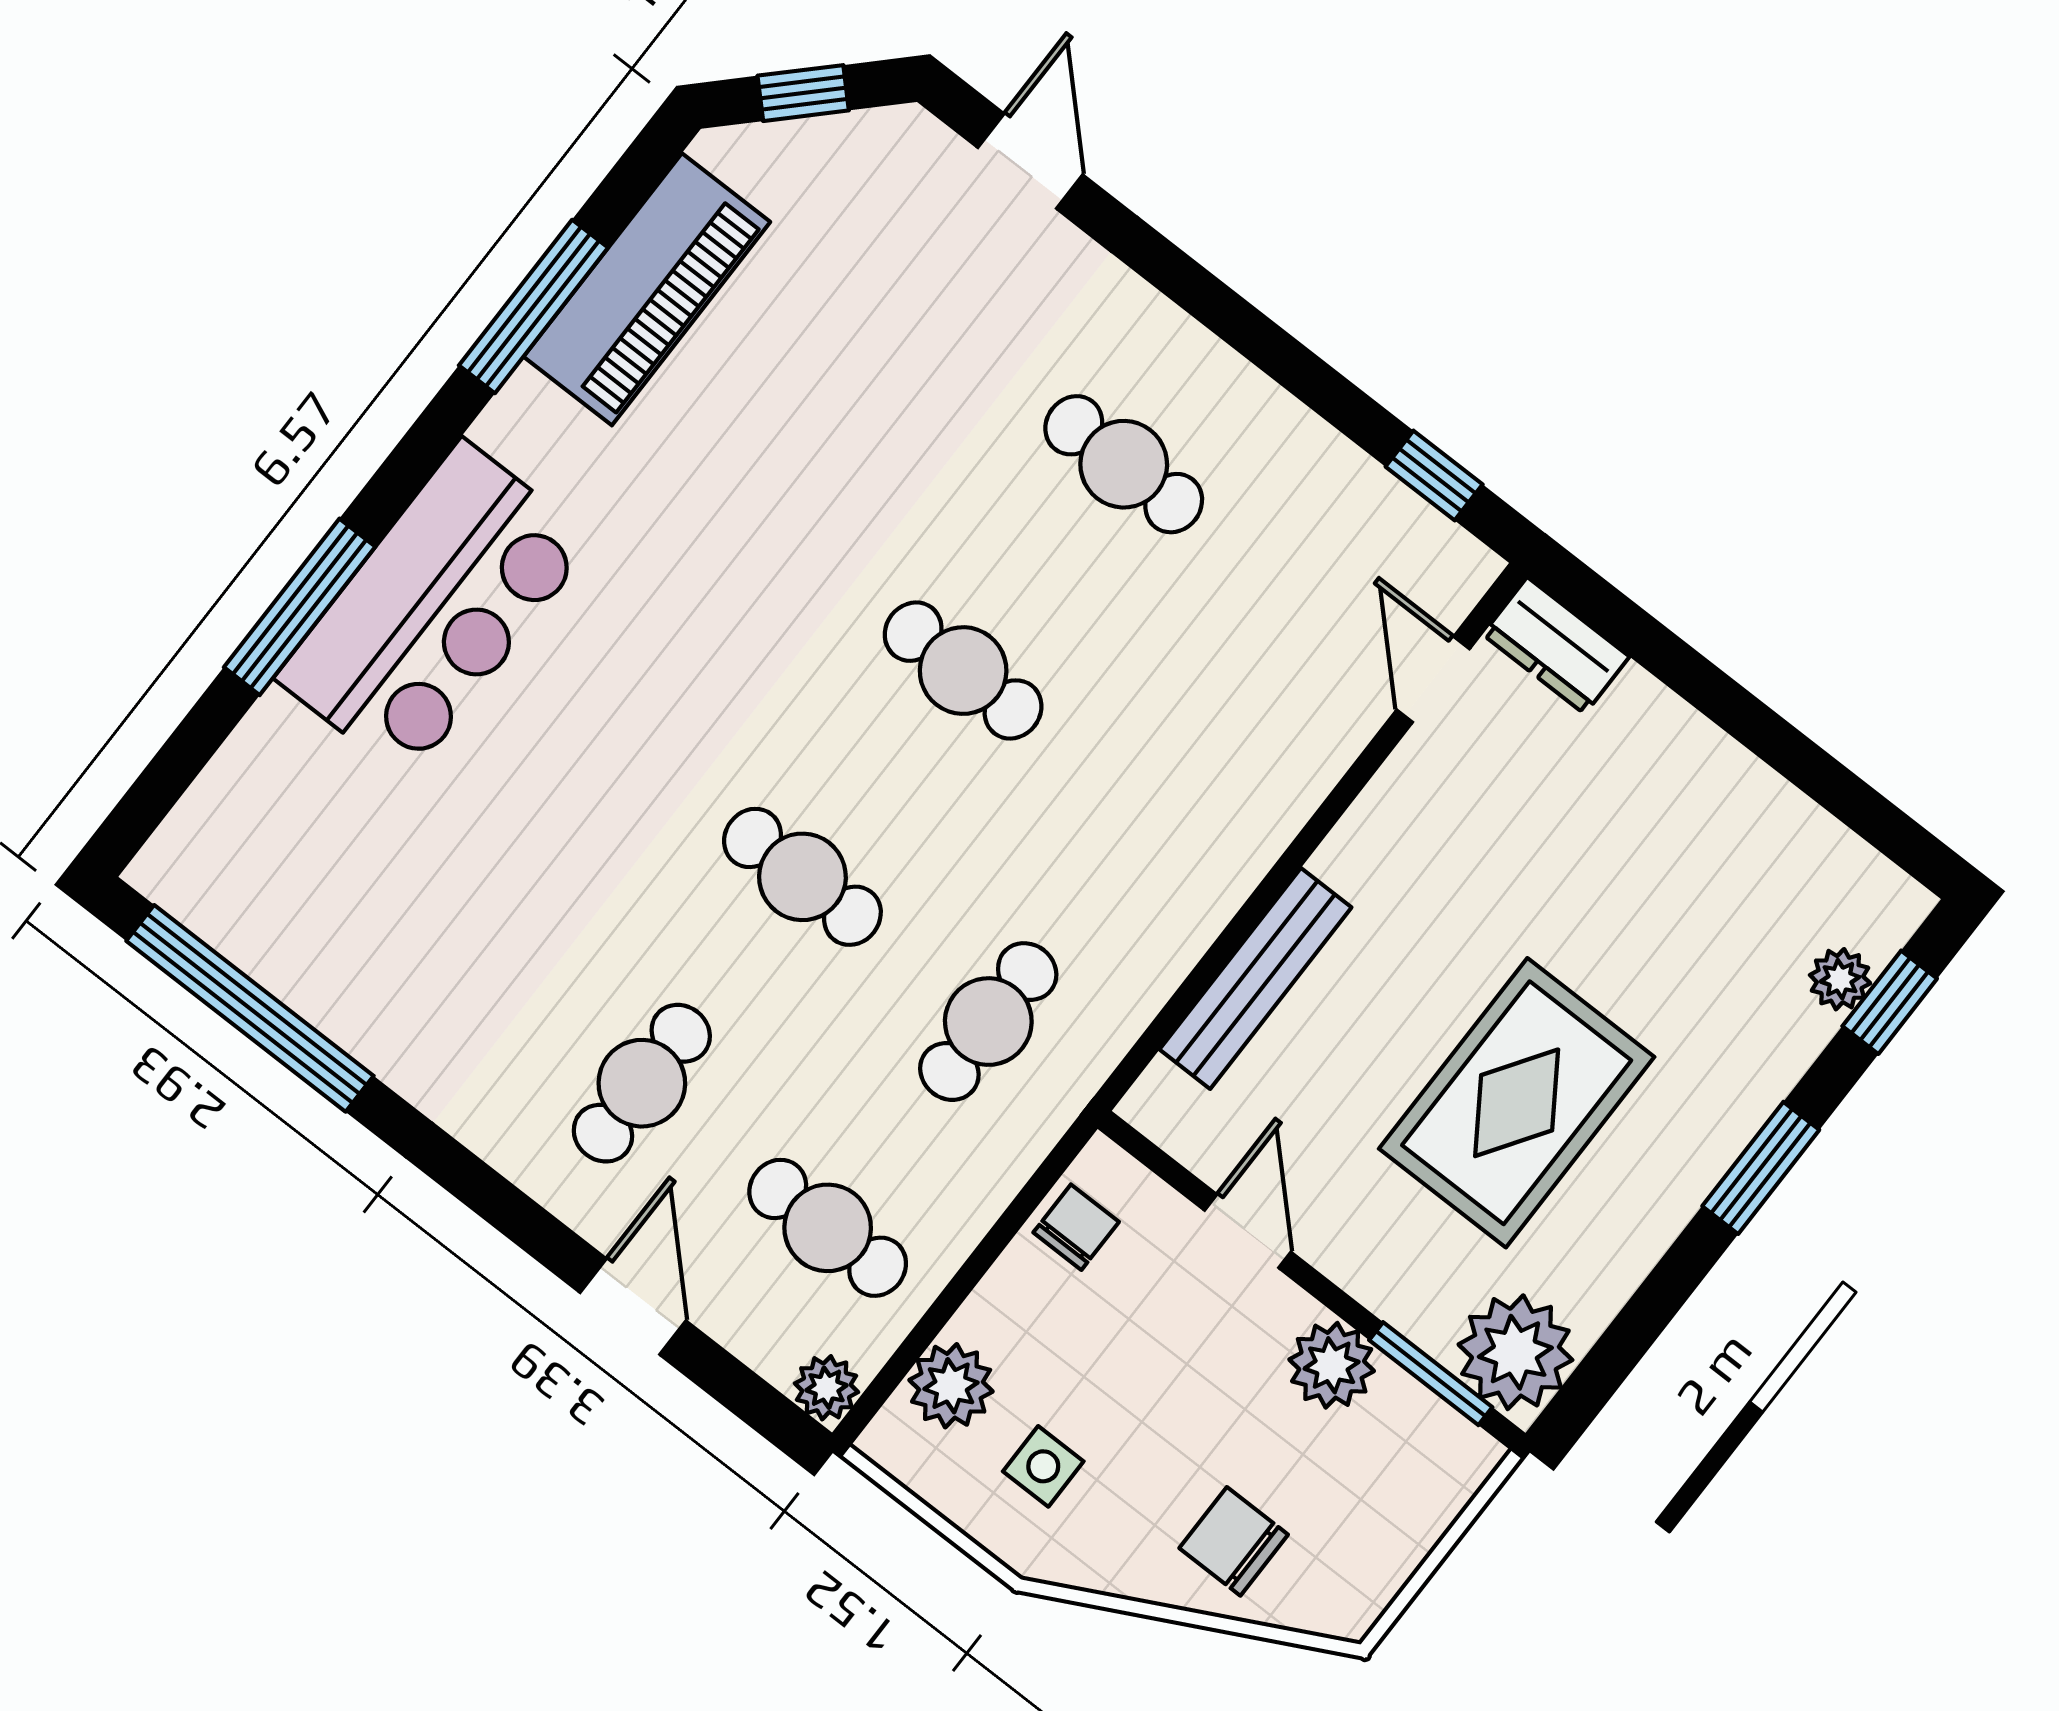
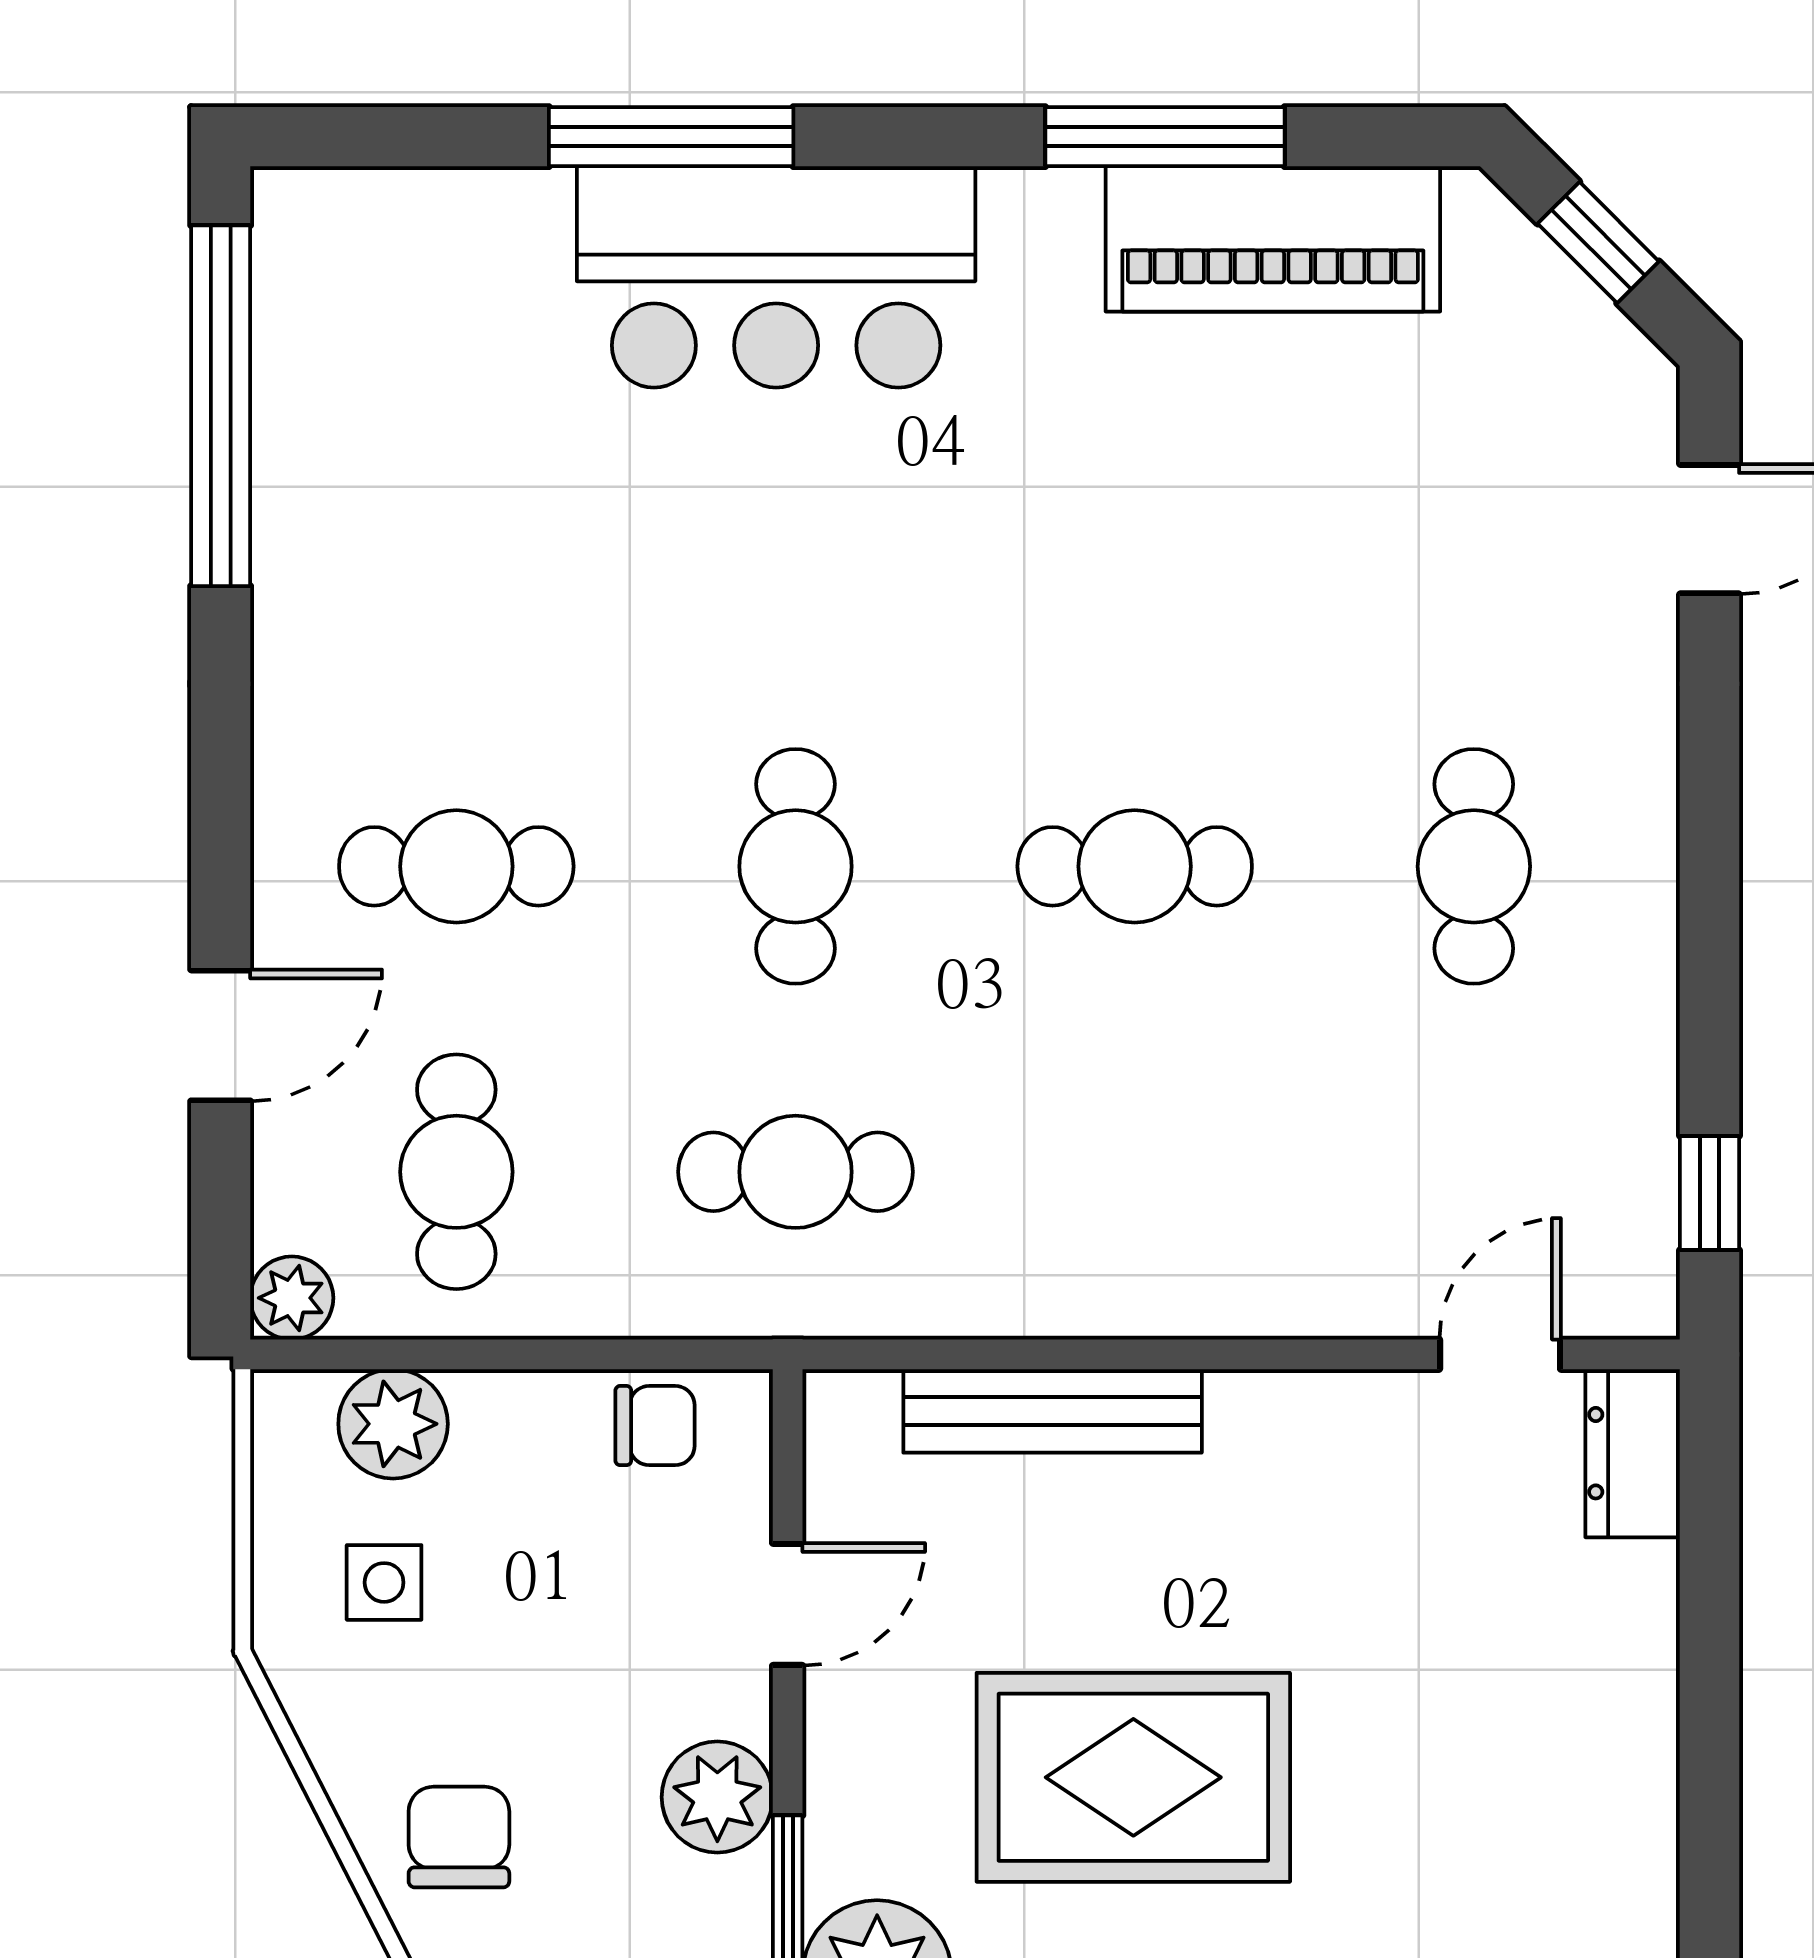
cafe table: (963, 671) -> (1135, 866), turned 90

